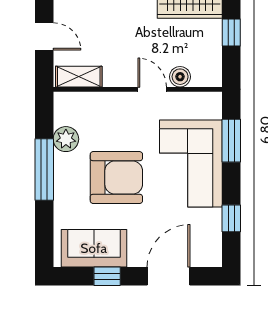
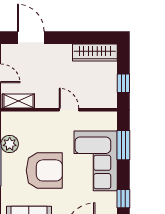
window: (231, 33) -> (123, 83), moved
boiler: (180, 77) -> (88, 101), removed

